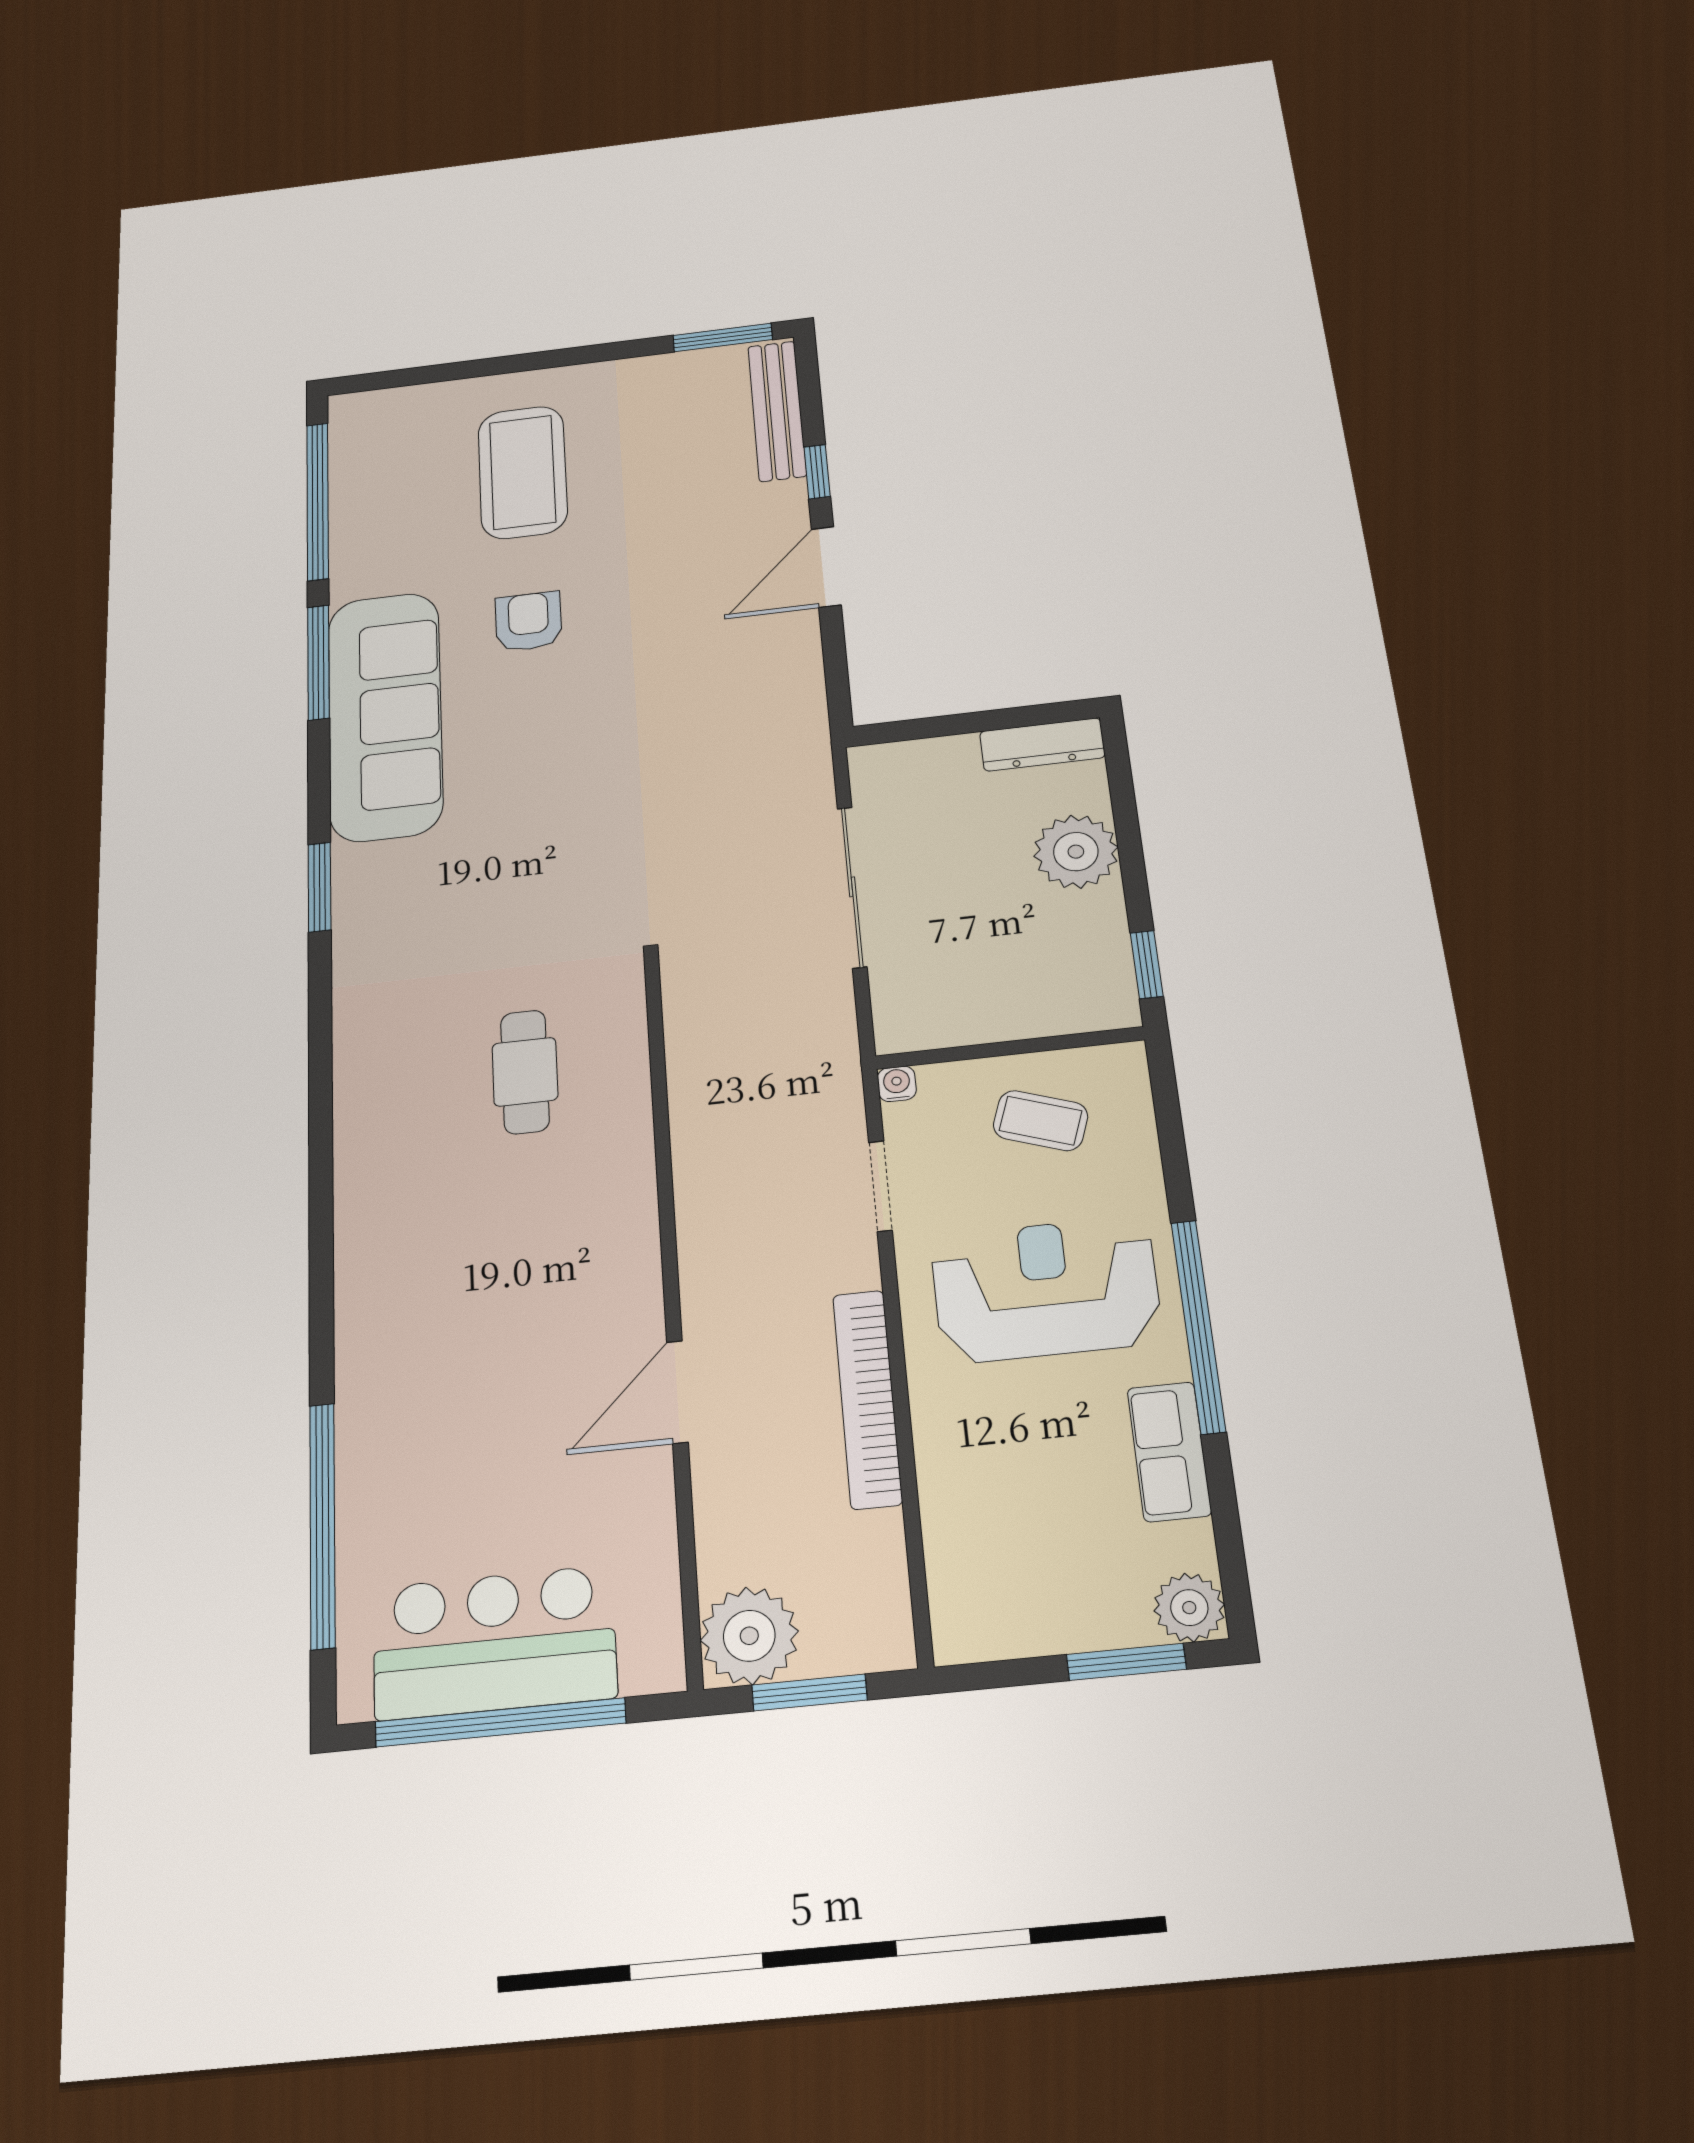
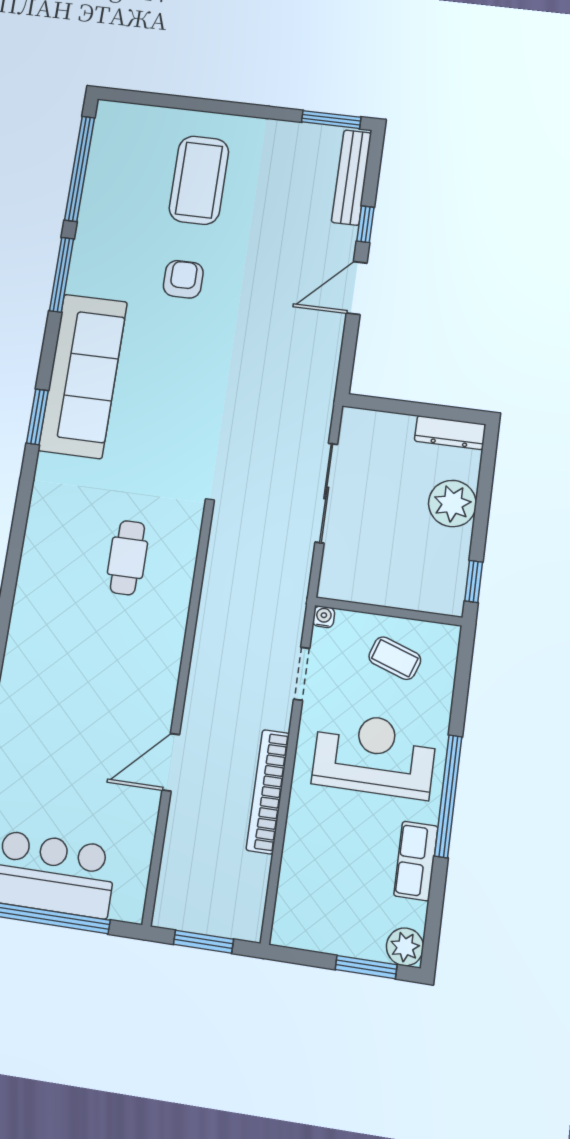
sofa: (385, 716) -> (83, 376), moved
plant: (749, 1636) -> (180, 904), removed

